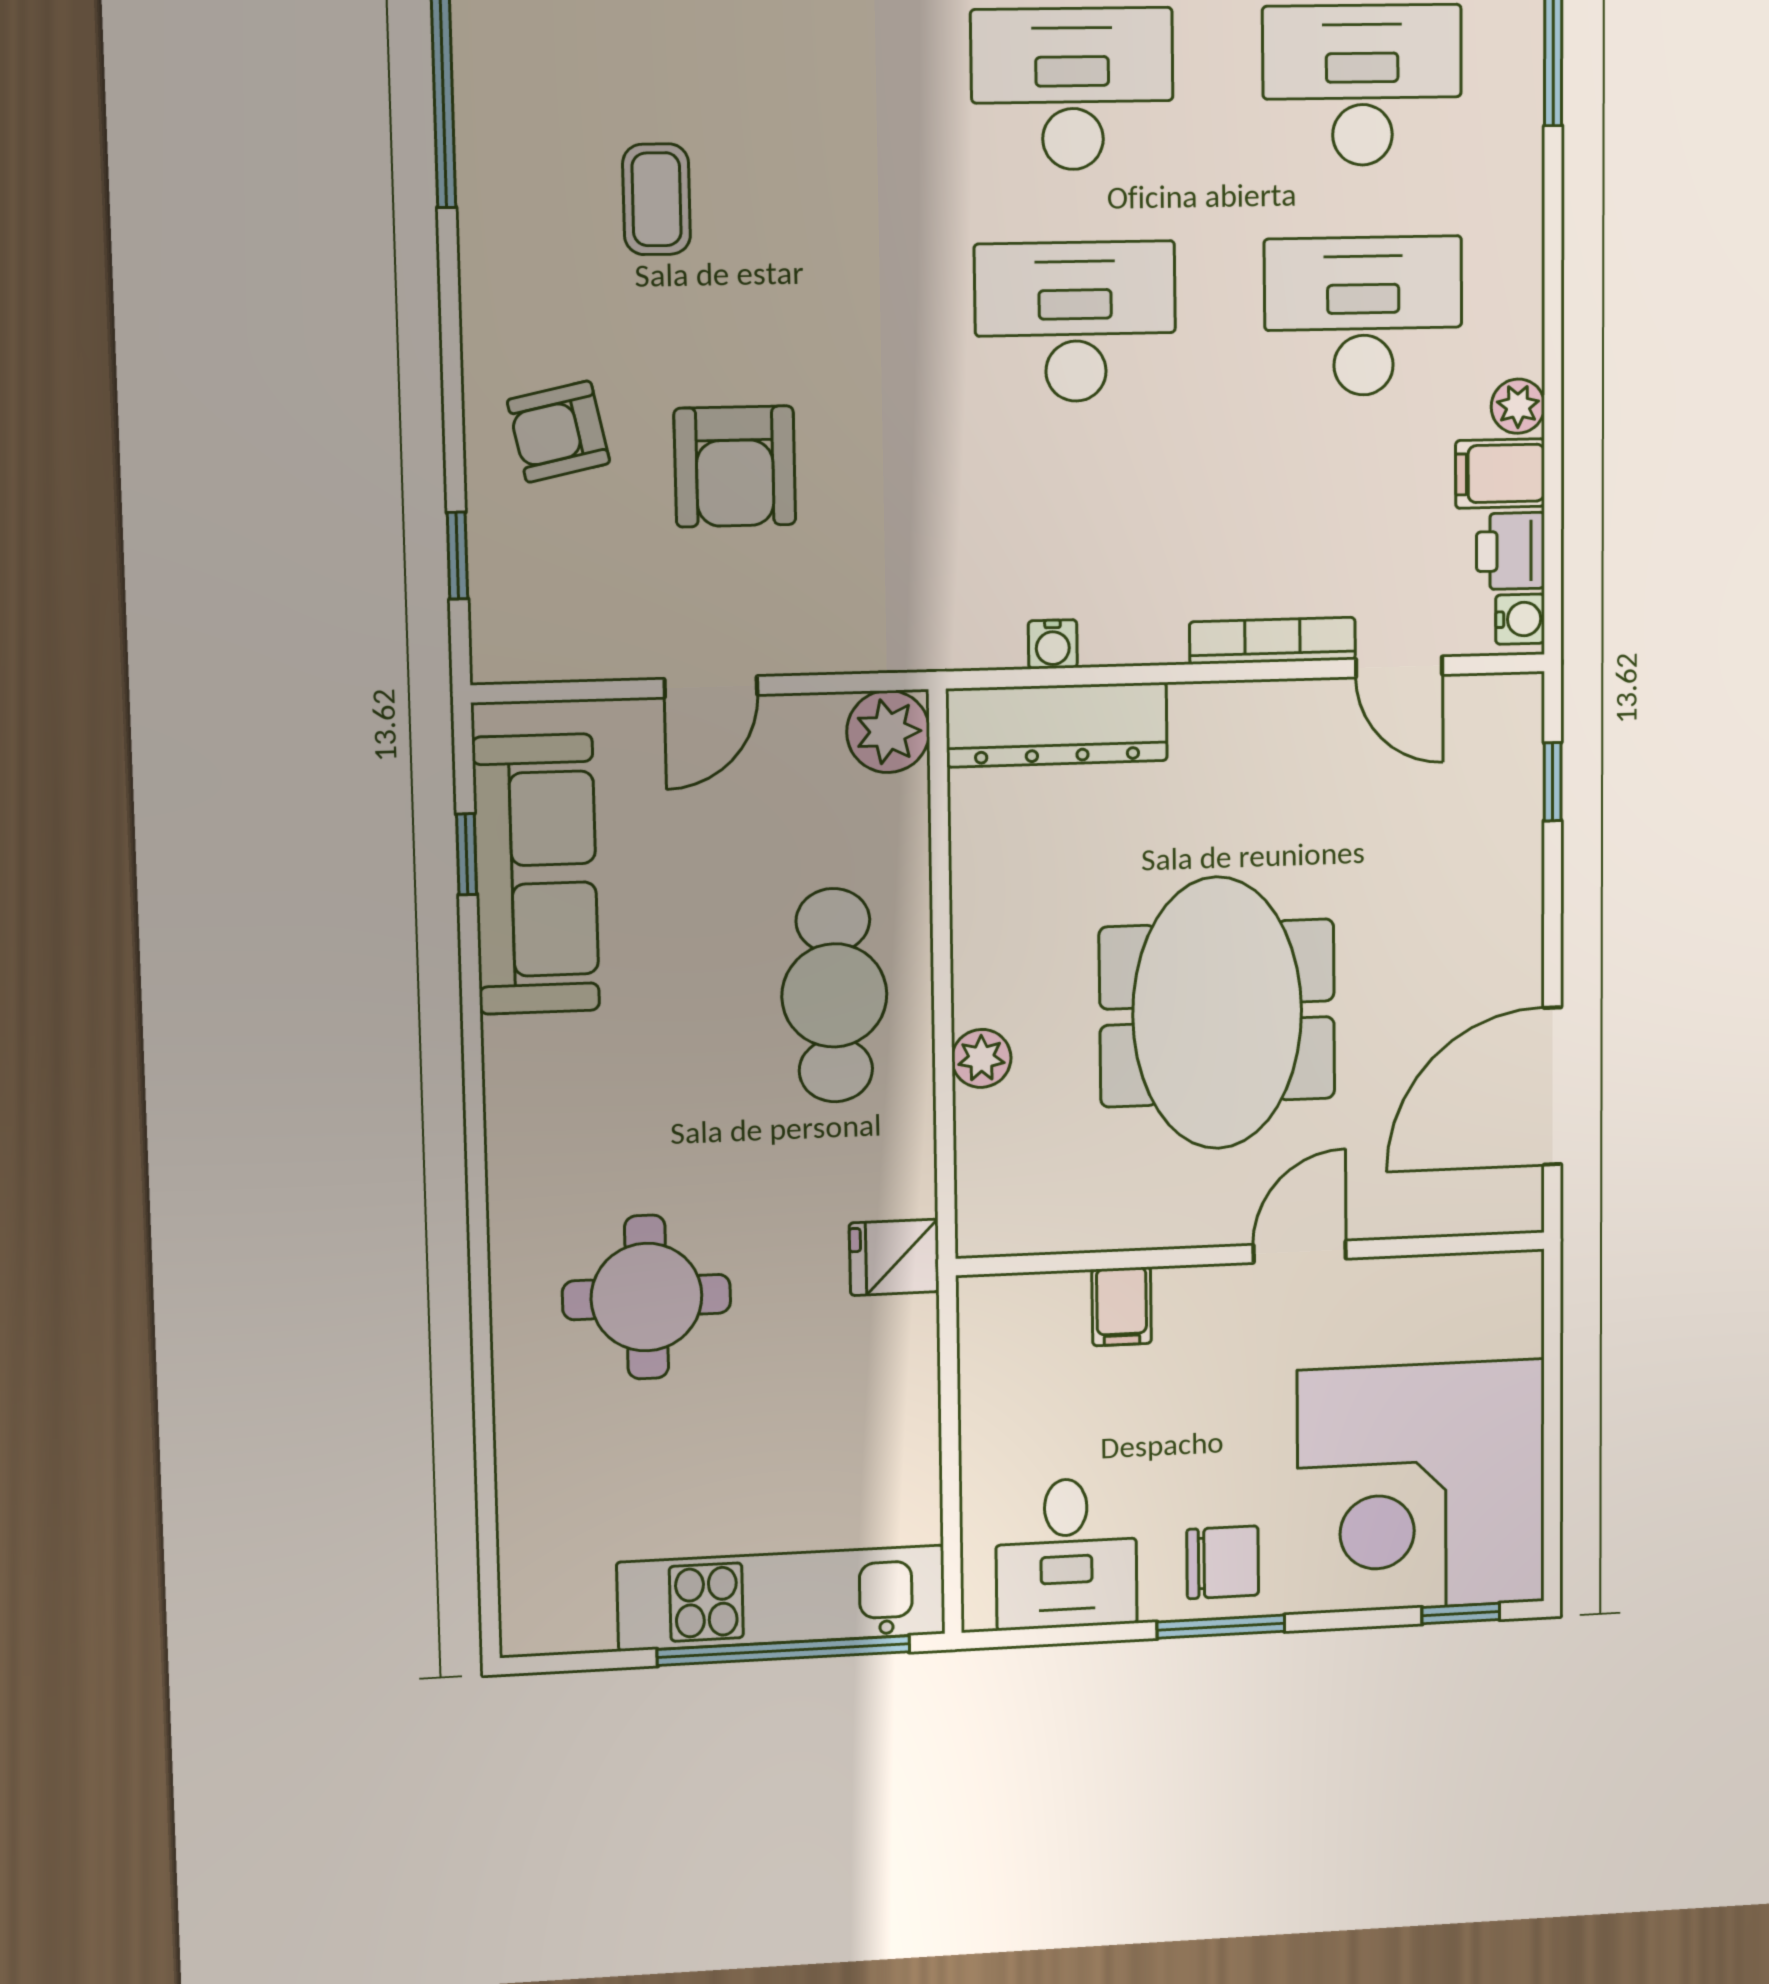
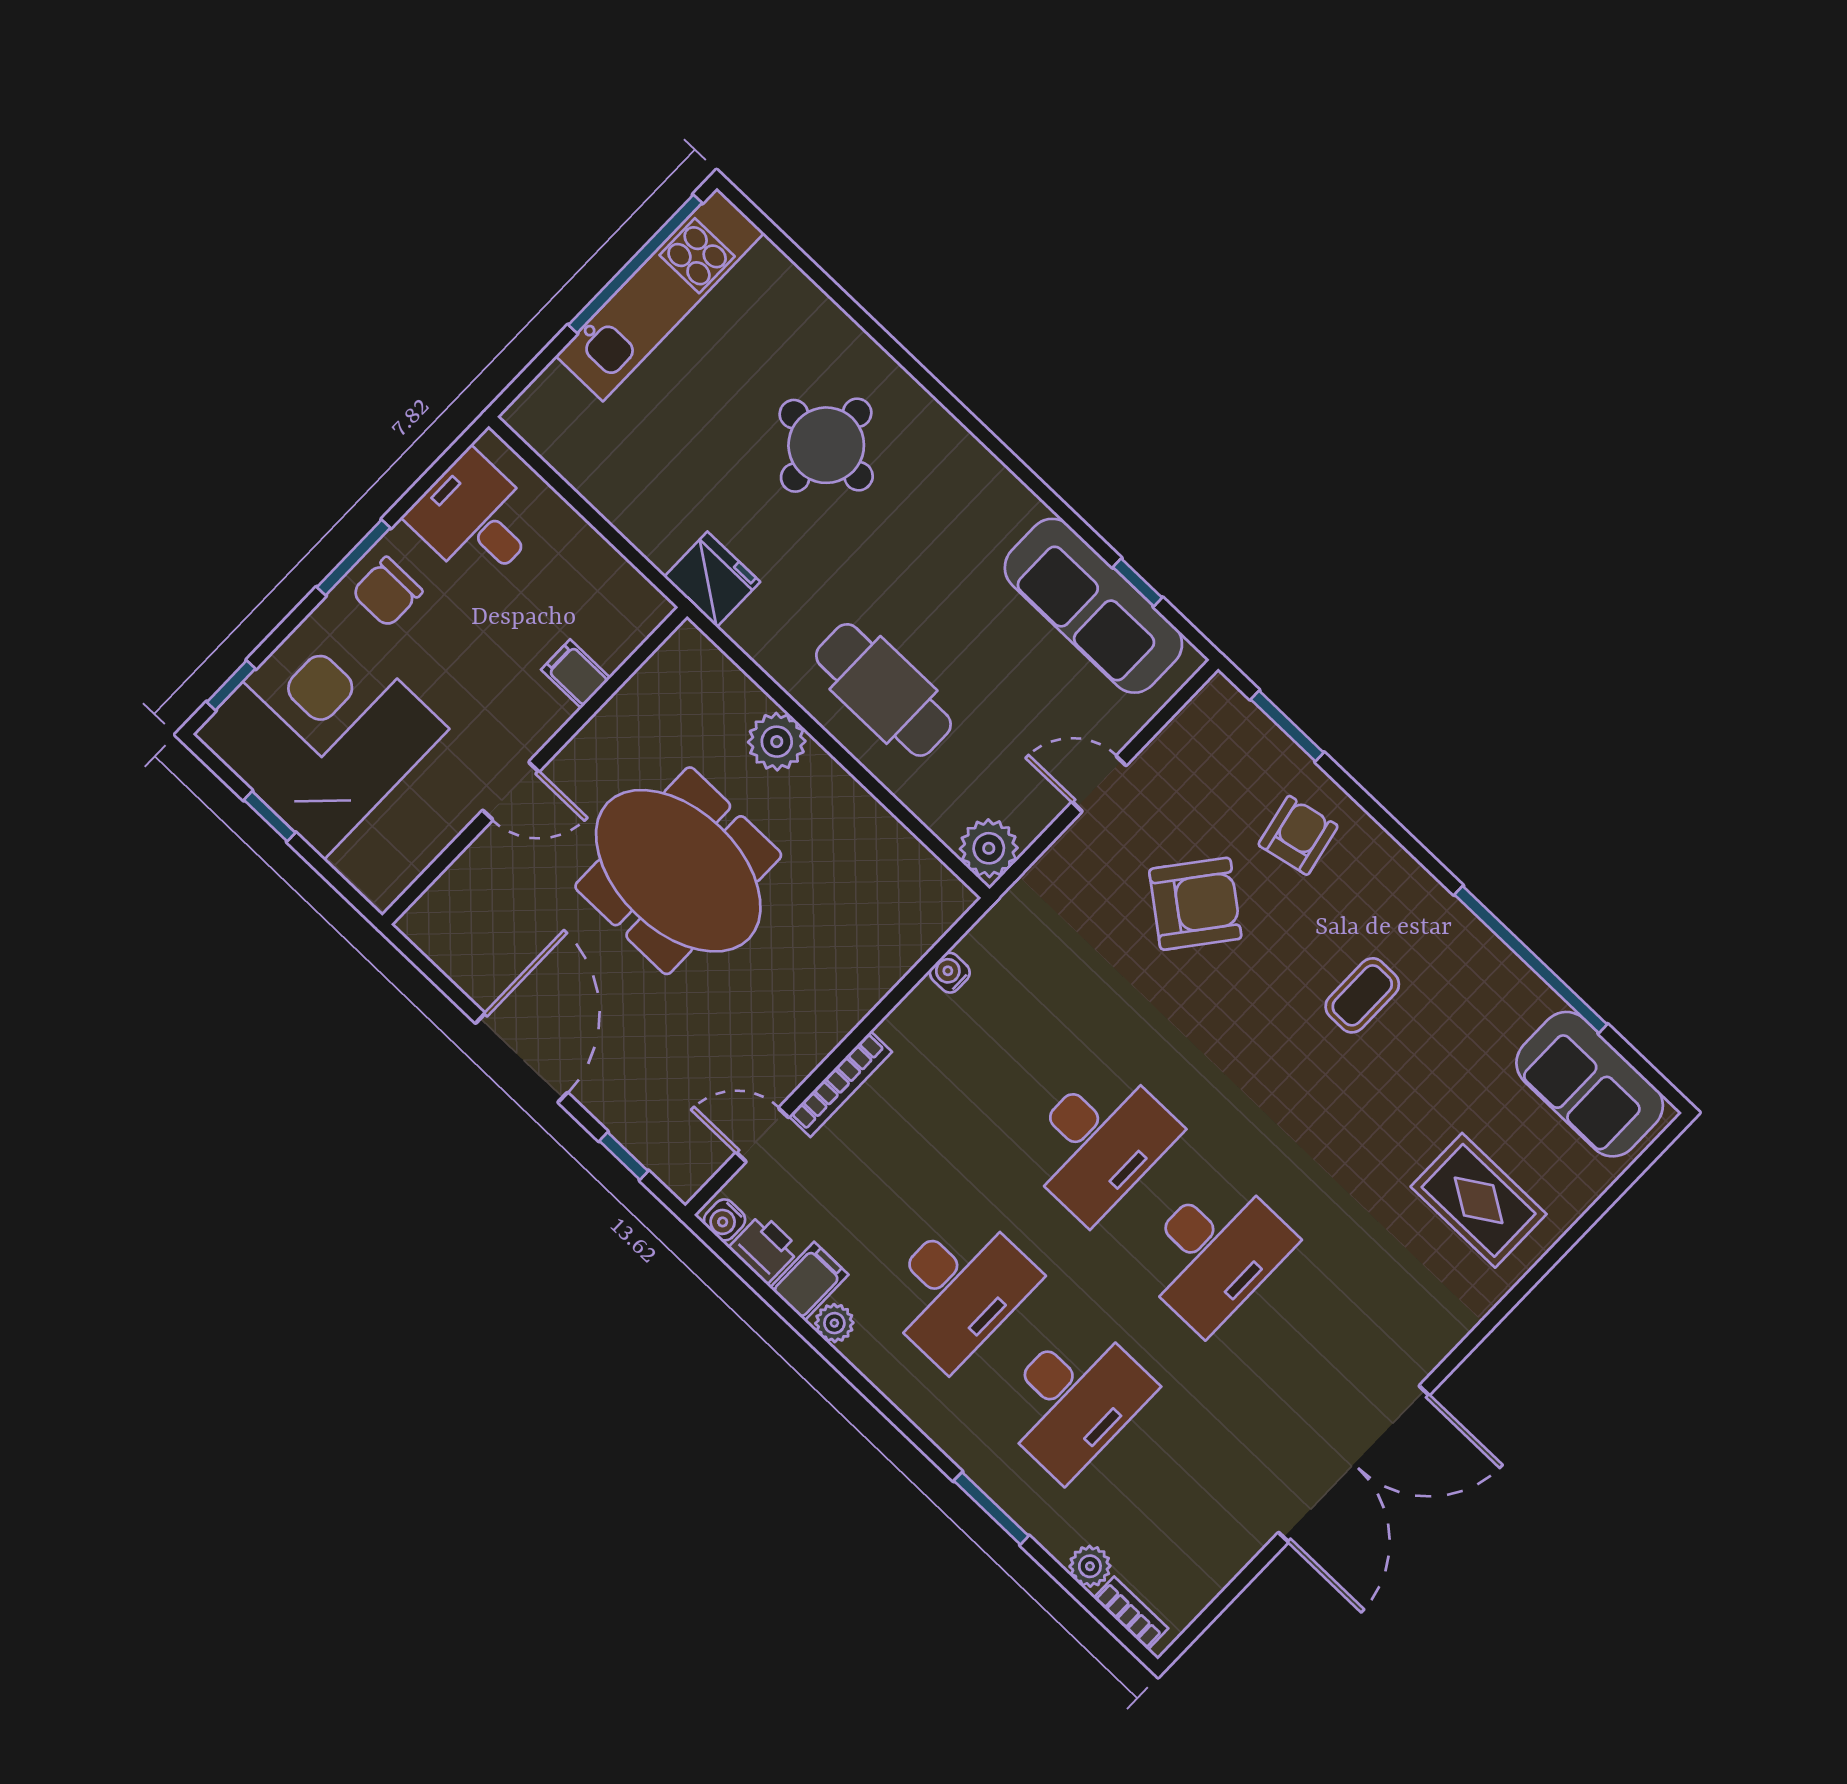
coffee table: (657, 199) -> (1362, 995), turned 90
armchair: (735, 466) -> (1195, 904), turned 128
window: (457, 556) -> (1287, 726), width x1.50
door: (711, 687) -> (1099, 784), hinge flipped
dresser: (1057, 725) -> (907, 935), removed
plant: (981, 1058) -> (777, 742), width x1.38, depth x1.38
door: (1552, 1086) -> (521, 1058), moved
door: (1300, 1252) -> (511, 791), hinge flipped
fridge: (894, 1257) -> (712, 579), width x1.38
window: (1552, 1451) -> (270, 816), added
kitchen unit: (782, 1598) -> (660, 294), moved
window: (784, 1651) -> (635, 264), moved

